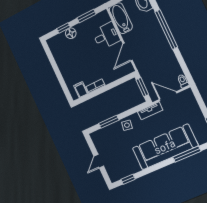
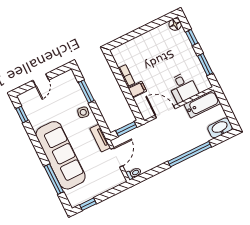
floor lamp: (71, 33) -> (175, 24), moved
filing cabinet: (81, 90) -> (137, 89), moved
door: (99, 161) -> (41, 80), swing flipped

